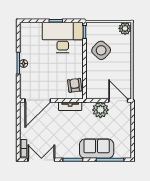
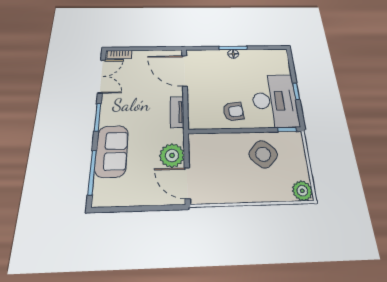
armchair: (75, 85) -> (233, 111), moved
door: (118, 100) -> (187, 183), swing flipped

